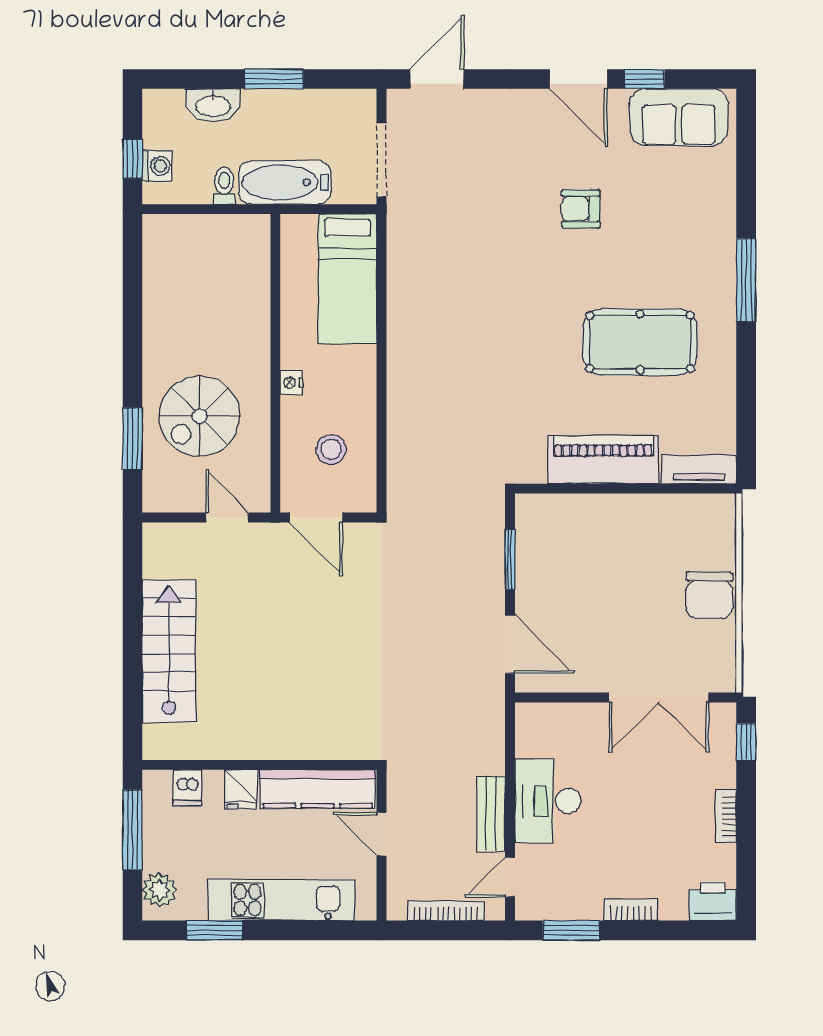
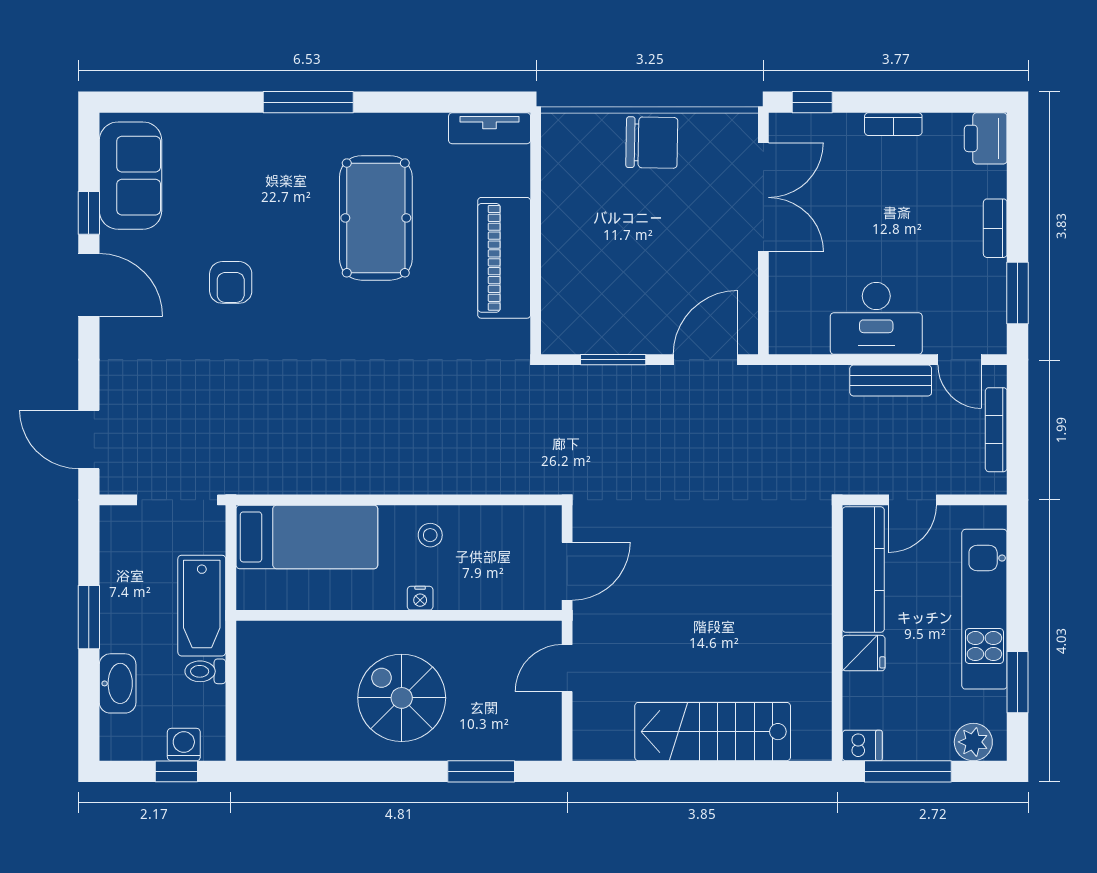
door: (579, 79) -> (89, 285), hinge flipped
spiral stairs: (199, 416) -> (402, 698), moved, turned 180
stool: (331, 449) -> (430, 535), moved, width x0.73, depth x0.73
tv unit: (699, 469) -> (490, 128), moved, turned -90
dishwasher: (187, 788) -> (862, 745), moved

